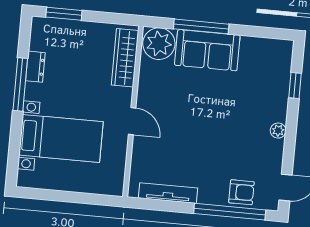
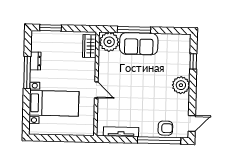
wardrobe: (125, 58) -> (89, 46), width x0.67
plant: (278, 131) -> (181, 85), width x1.88, depth x1.88

